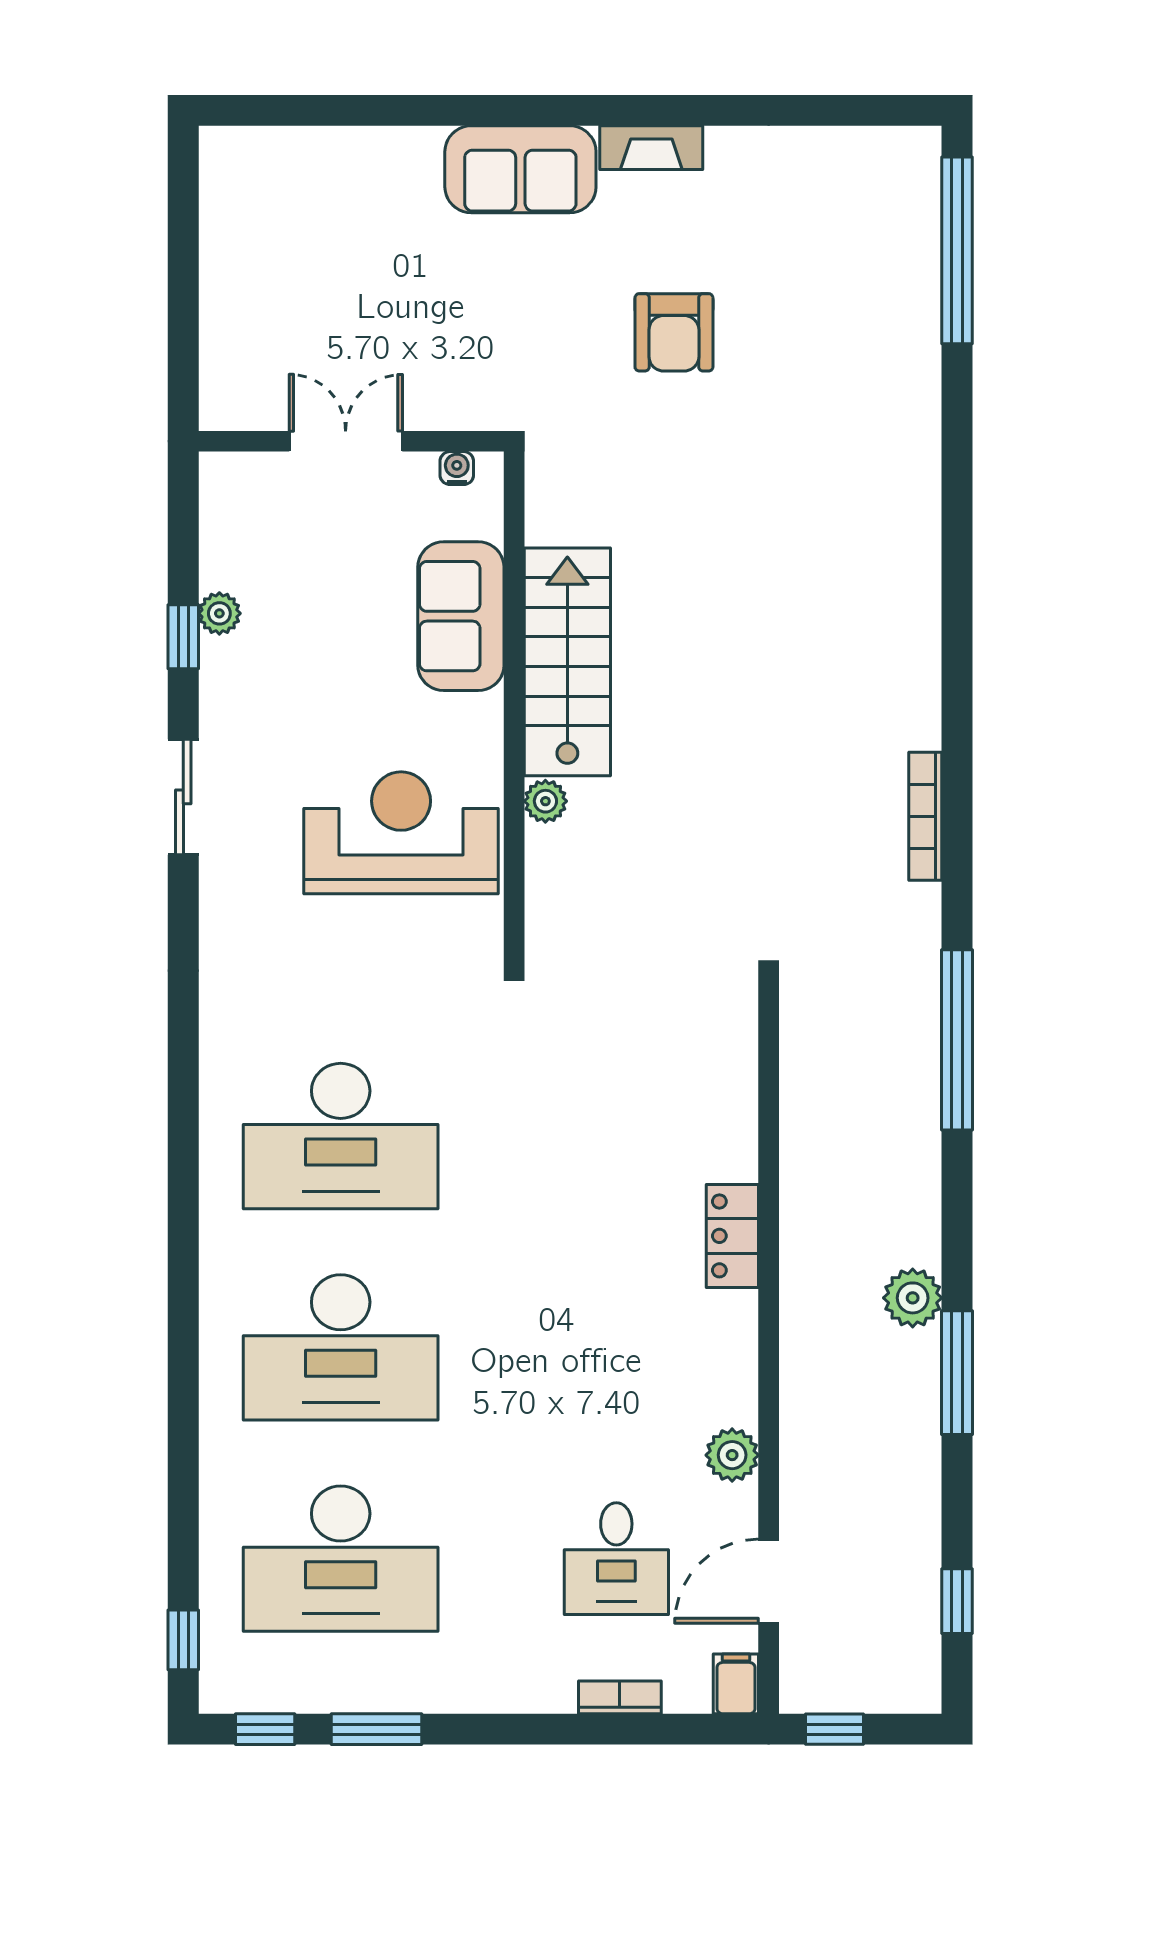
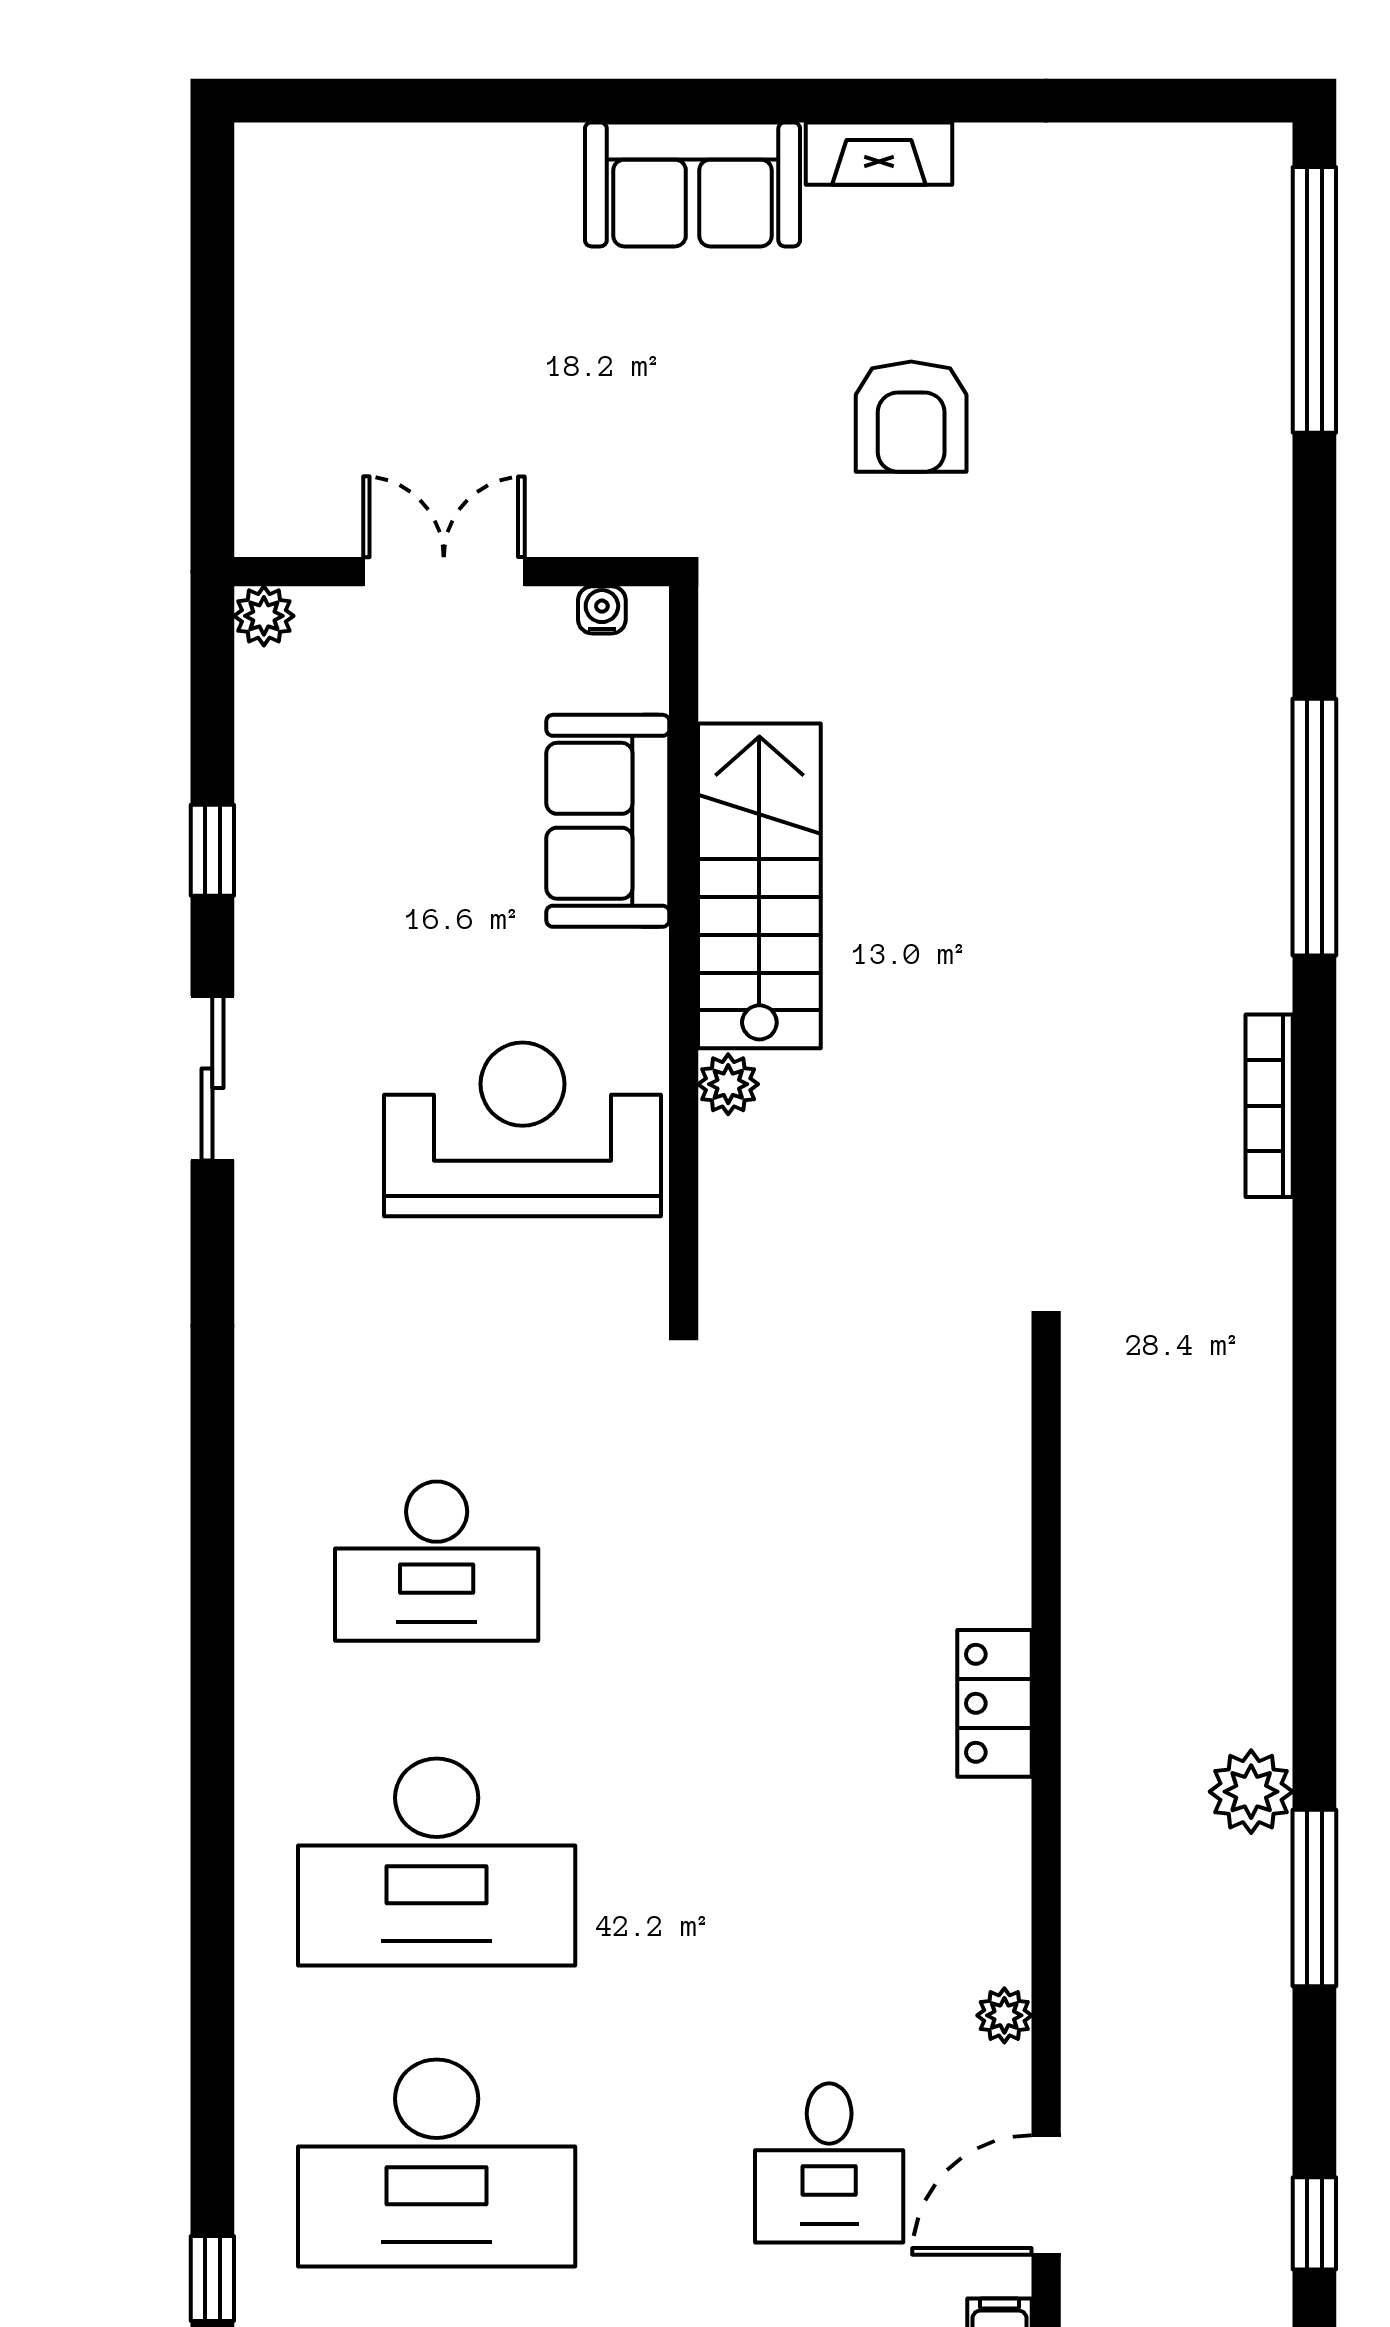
plant: (219, 613) -> (264, 616), moved
window: (957, 1040) -> (1314, 827), moved
desk: (341, 1136) -> (437, 1561), width x0.73, depth x0.77
plant: (732, 1455) -> (1004, 2015), width x0.73, depth x0.73

